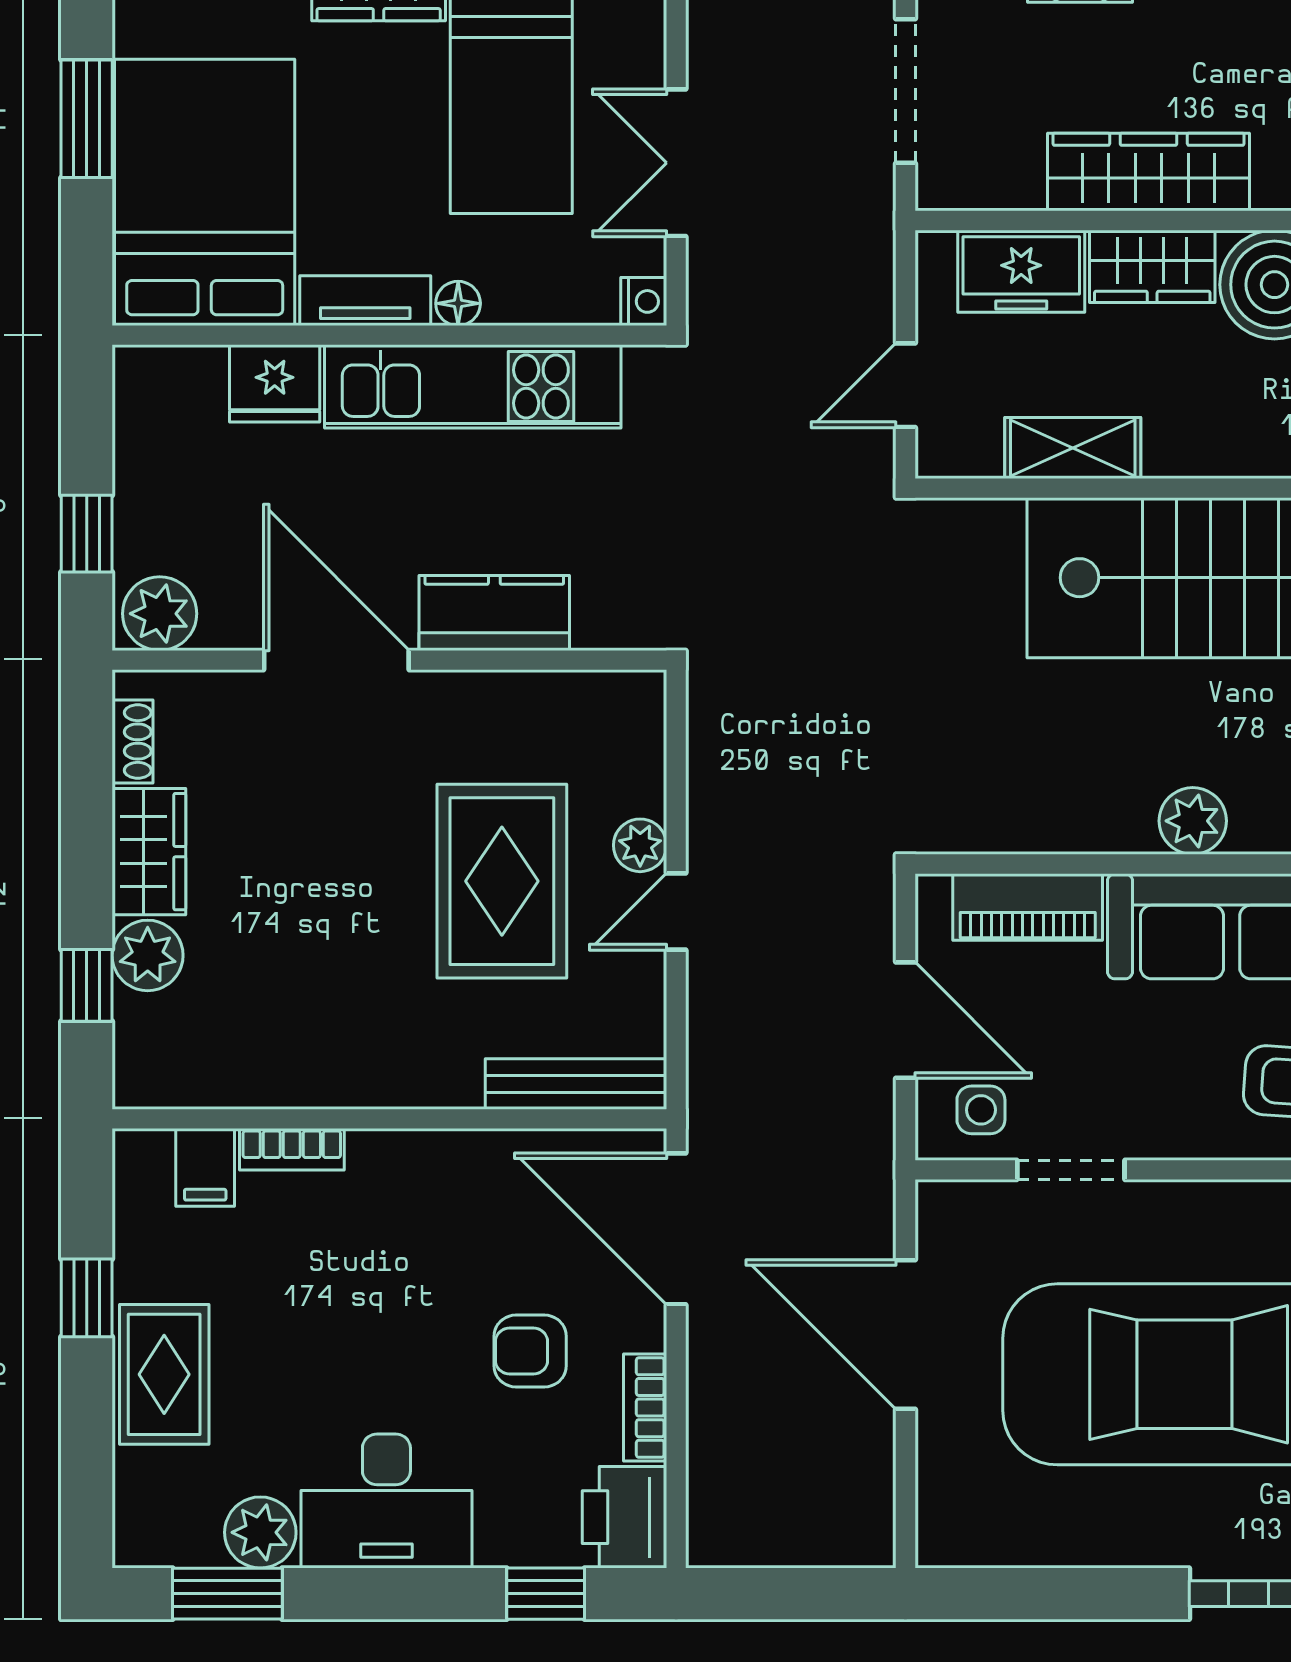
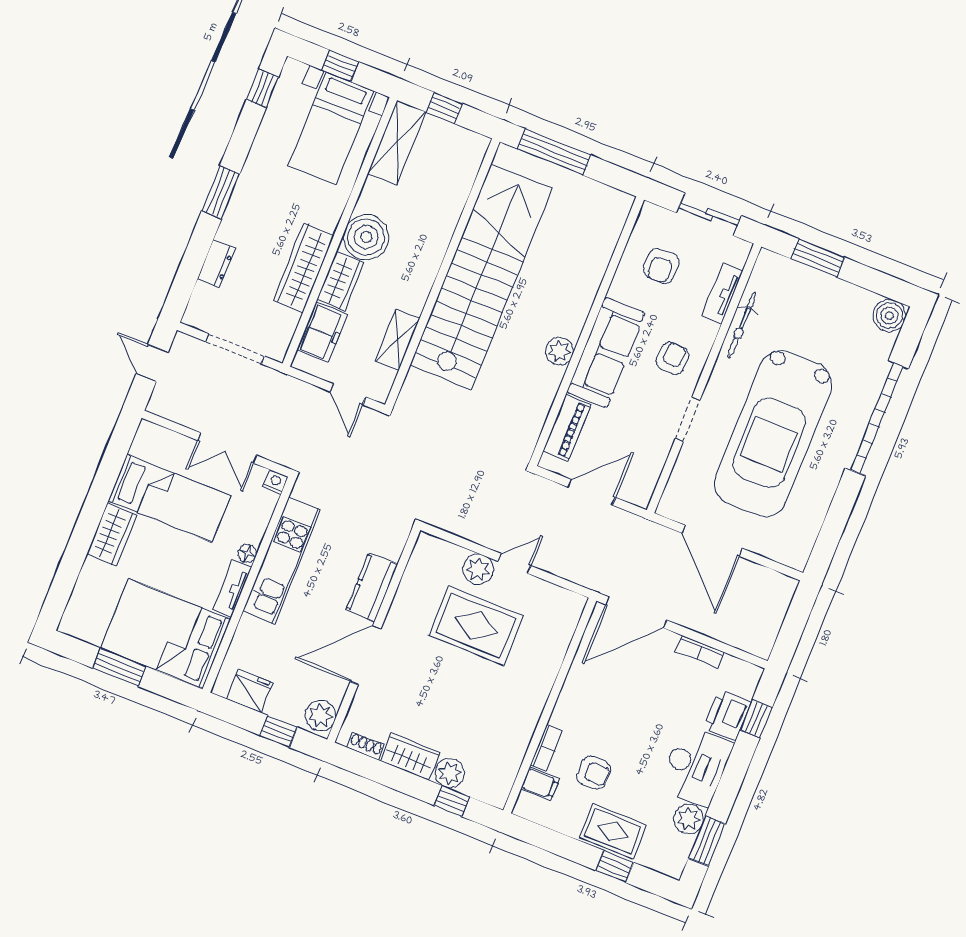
fridge: (275, 383) -> (250, 691), moved, turned -90
plant: (640, 845) -> (478, 569), width x1.38, depth x1.38
door: (676, 912) -> (514, 563), swing flipped
bench: (576, 1084) -> (565, 629), removed
side table: (981, 1110) -> (638, 477), removed
doorway: (1071, 1170) -> (688, 419), moved
window: (87, 1298) -> (615, 867), moved
door: (905, 1334) -> (712, 541), hinge flipped
armchair: (530, 1351) -> (594, 773), moved, turned -90
printer: (624, 1517) -> (727, 715), moved, turned 90

